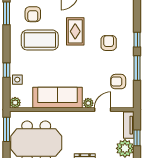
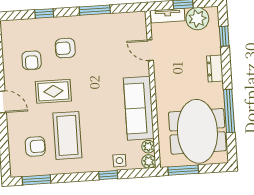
window: (137, 40) -> (44, 13), moved
armchair: (118, 82) -> (32, 60), moved
plant: (88, 103) -> (148, 147), moved

